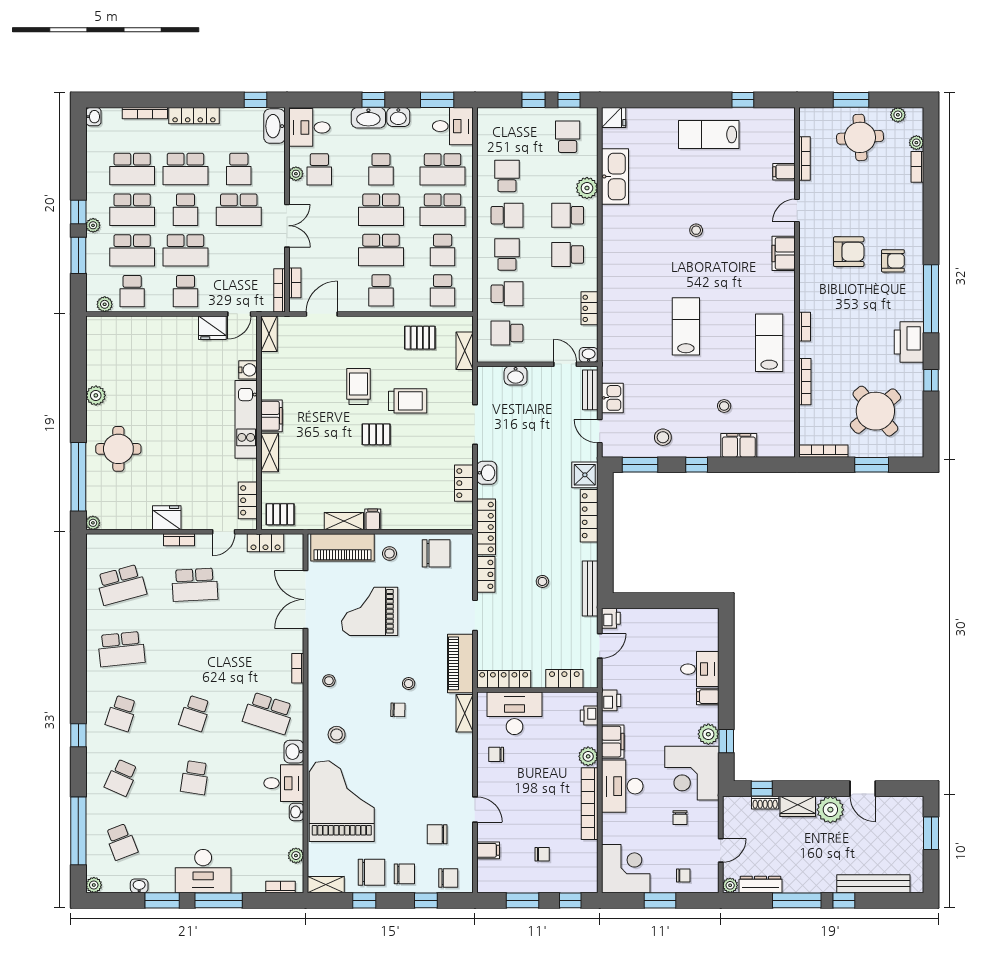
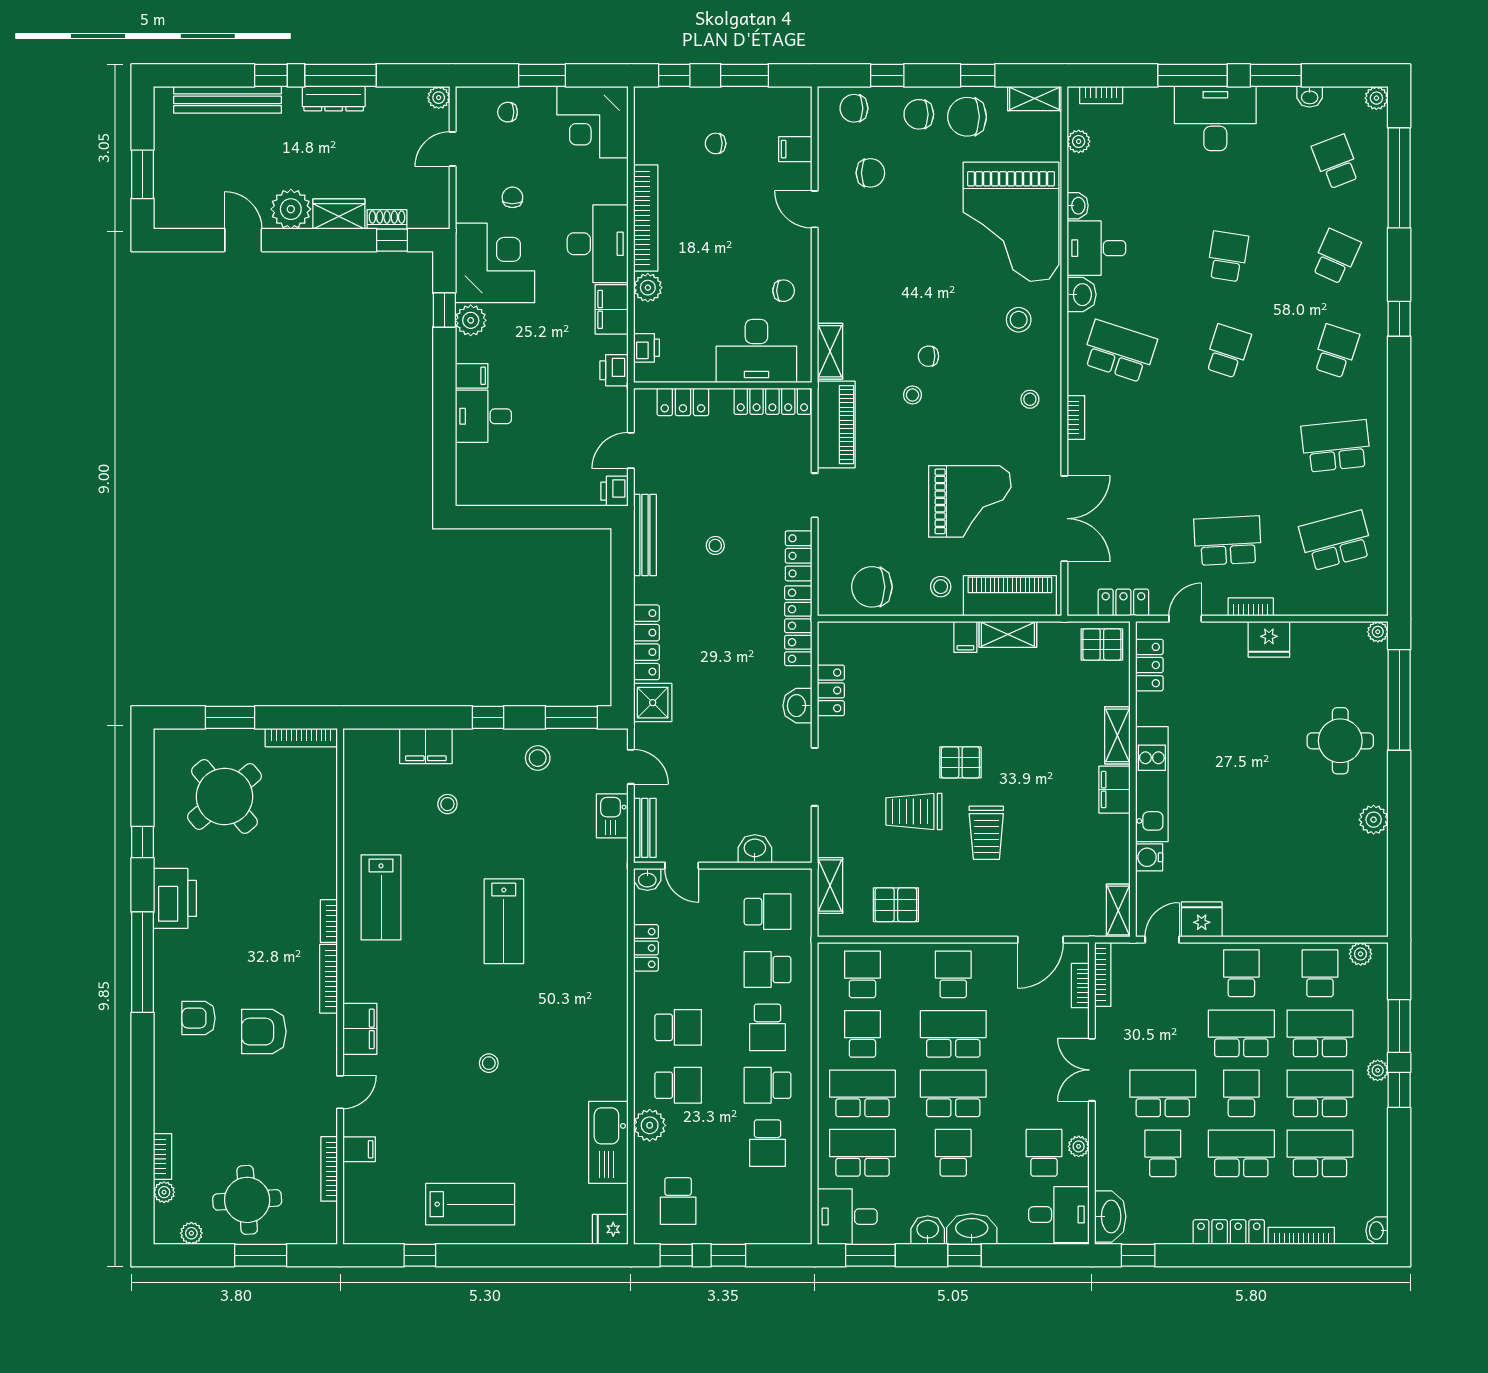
bookcase: (805, 382) -> (329, 979), moved
dresser: (760, 885) -> (334, 99), moved

